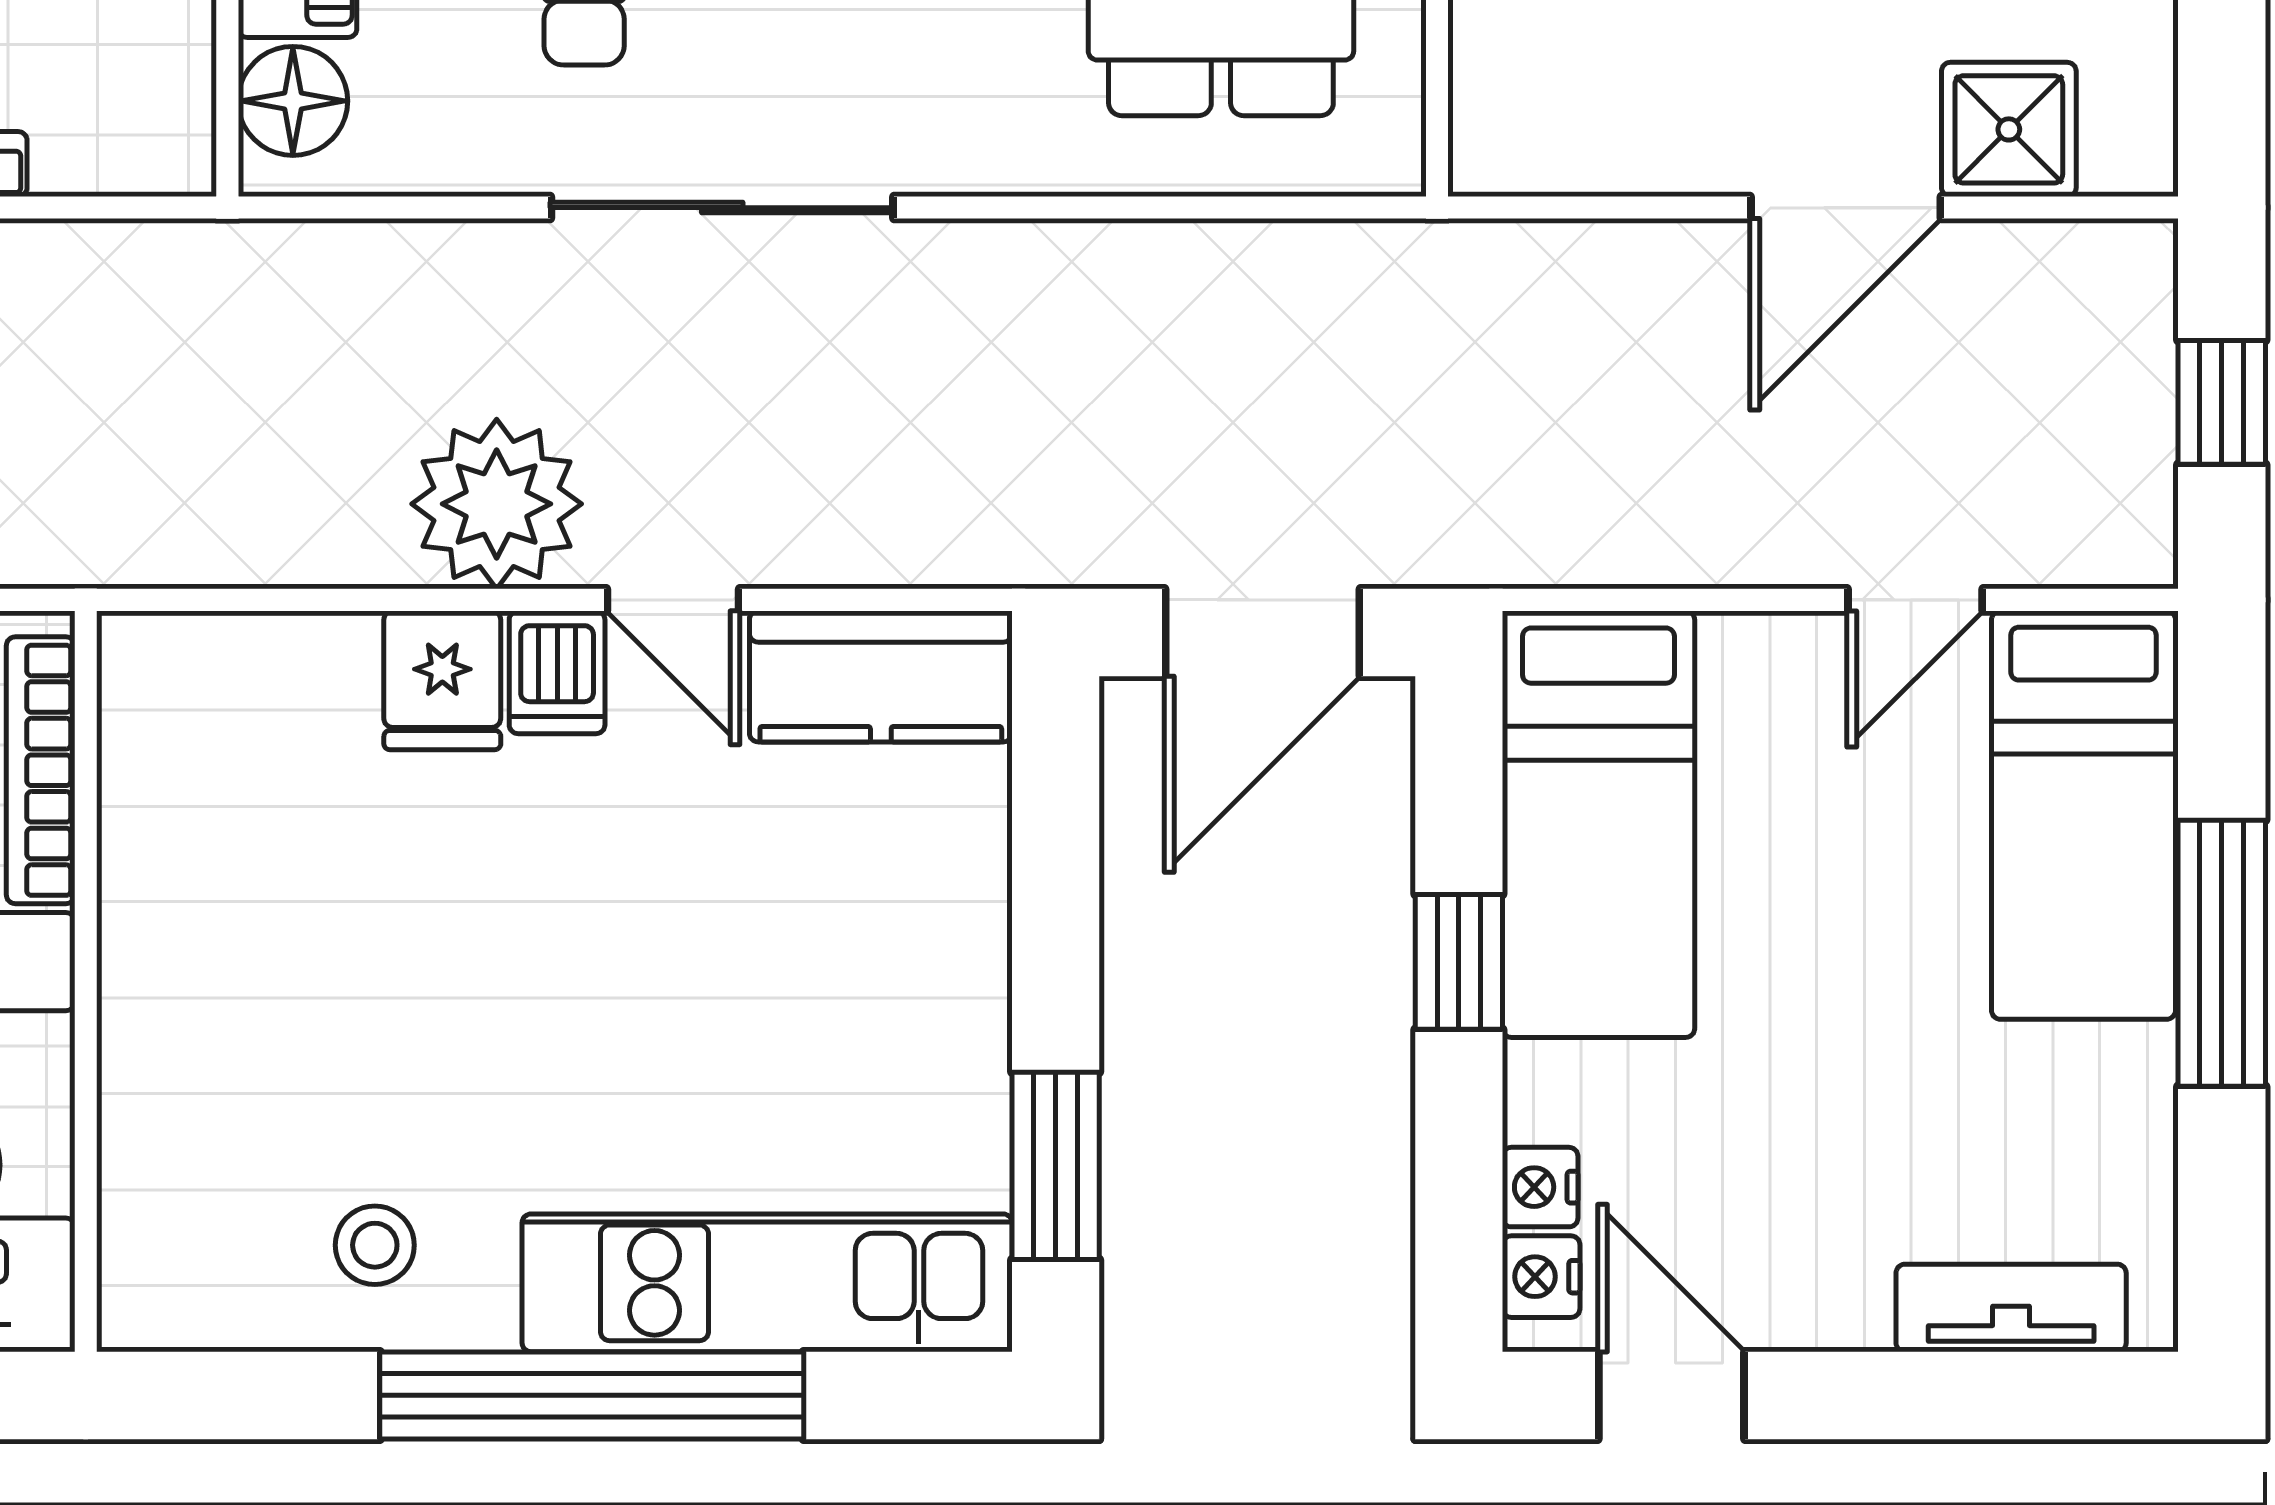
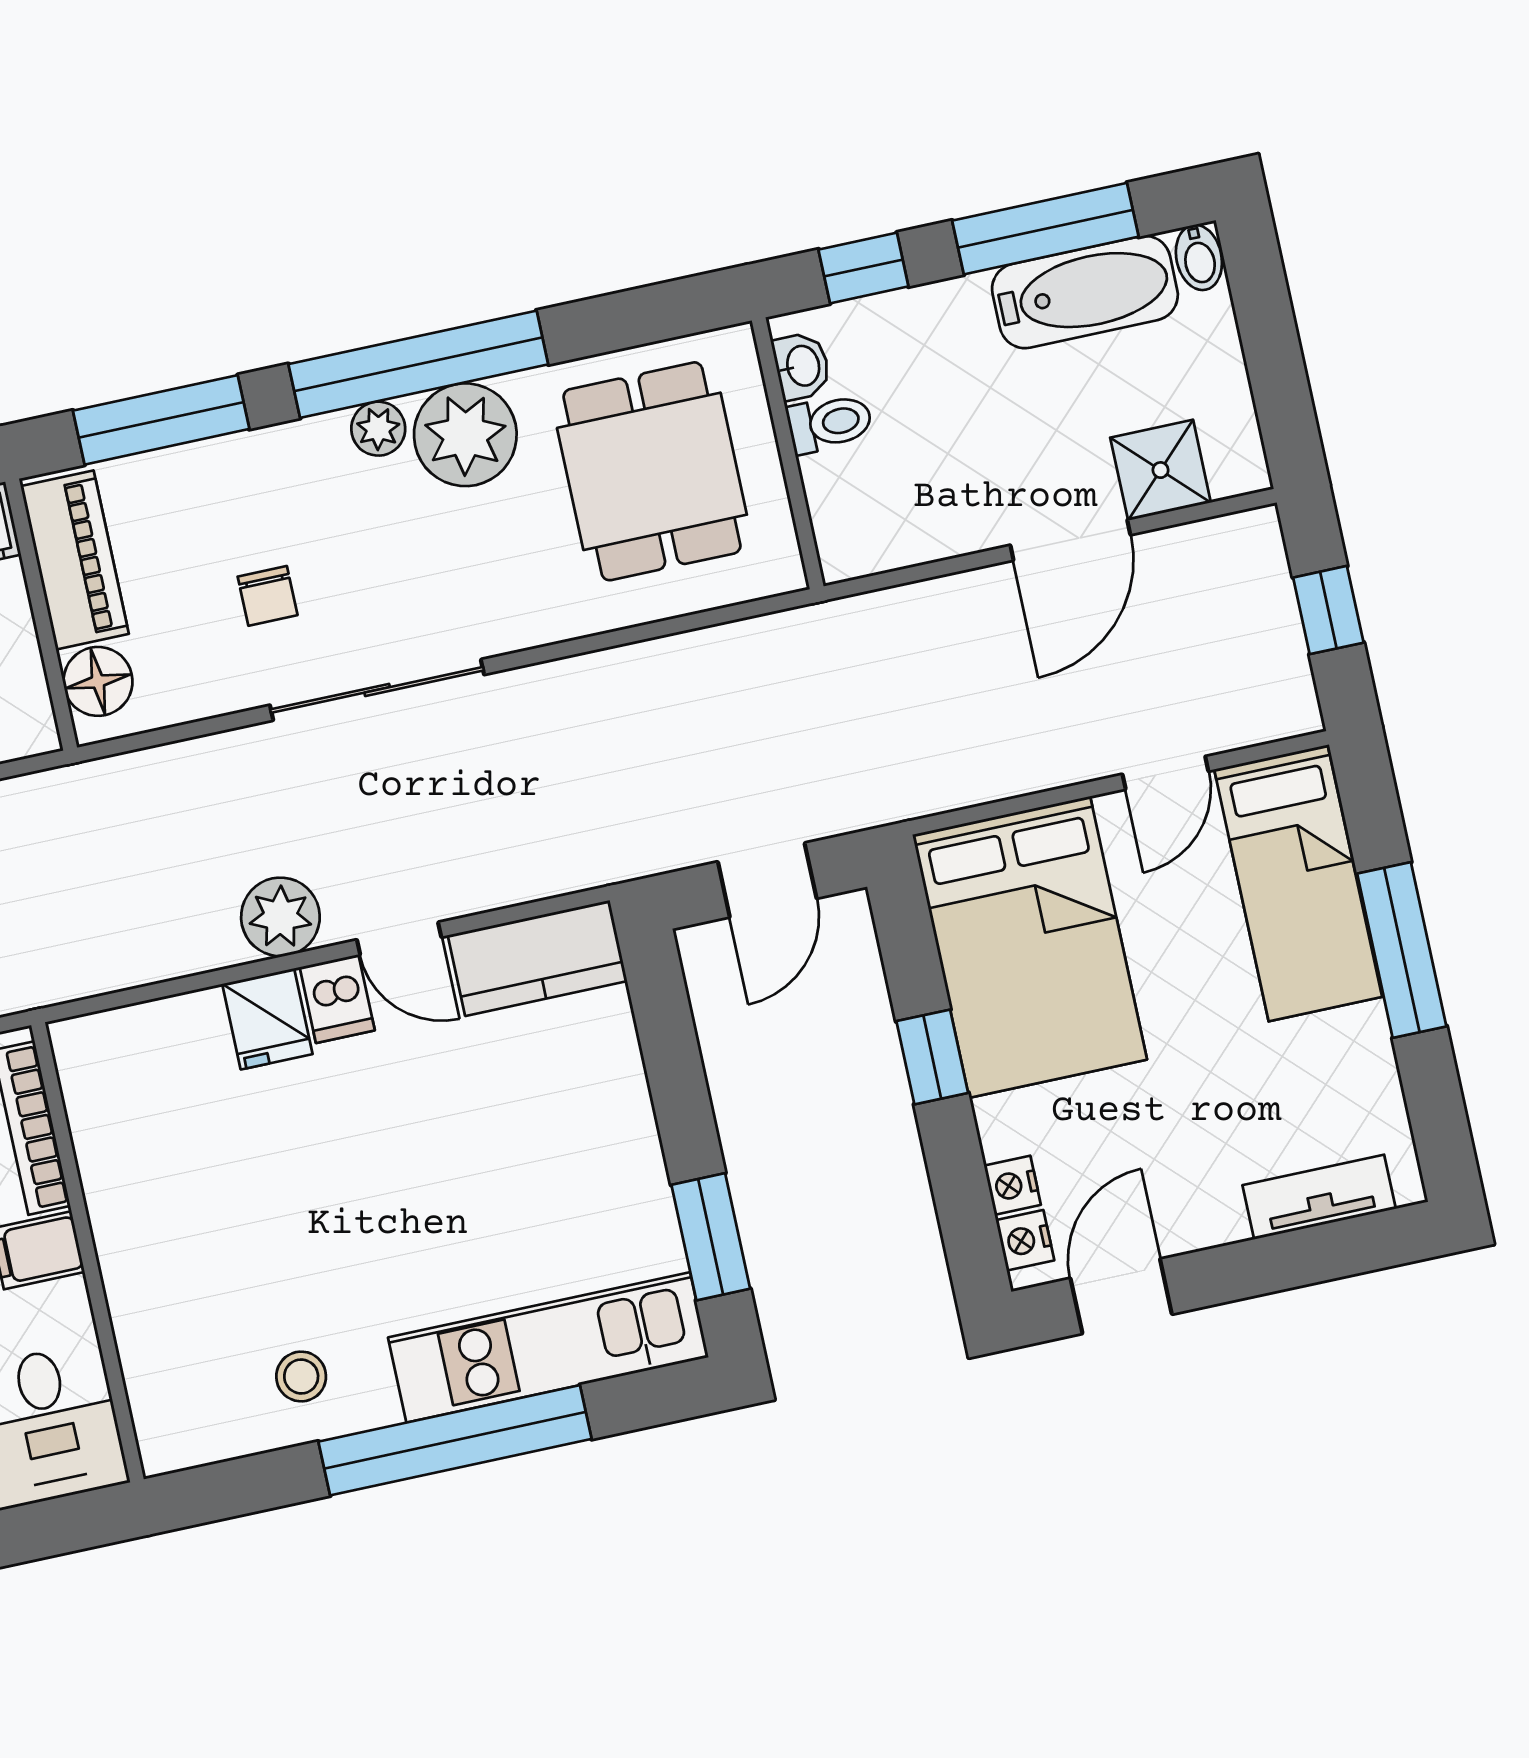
plant: (497, 504) -> (280, 917), width x0.73, depth x0.73
door: (1263, 633) -> (767, 880), width x0.73
bed: (1598, 824) -> (1030, 947), width x1.50
door: (1671, 1395) -> (1121, 1296), hinge flipped

